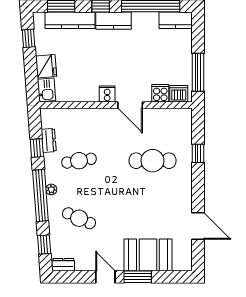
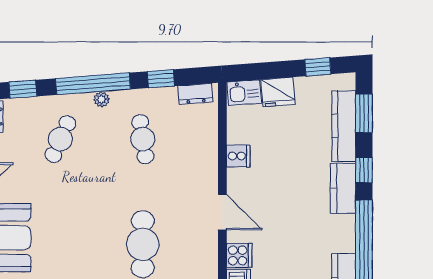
cooker: (107, 94) -> (238, 156), moved
door: (130, 105) -> (222, 212), swing flipped
dresser: (49, 140) -> (195, 94), moved

